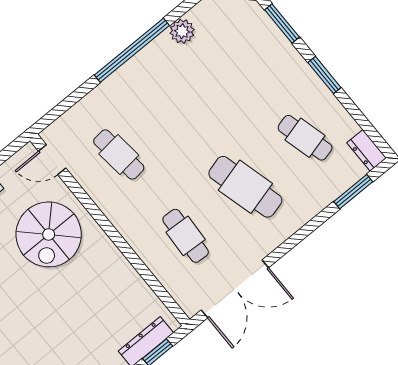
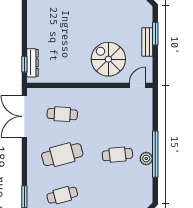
plant: (182, 31) -> (146, 158), moved
cafe table: (119, 155) -> (117, 155), moved

